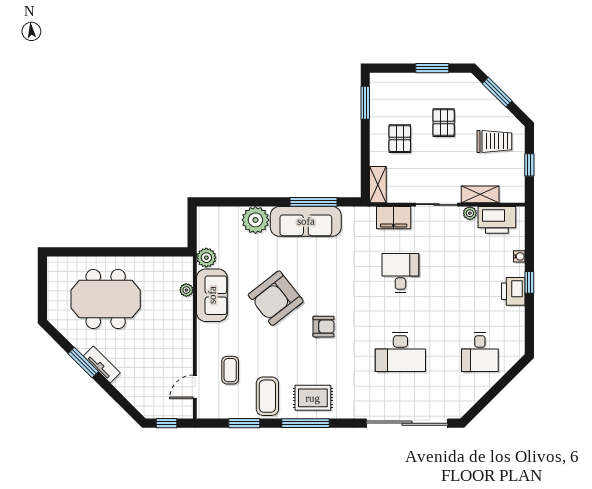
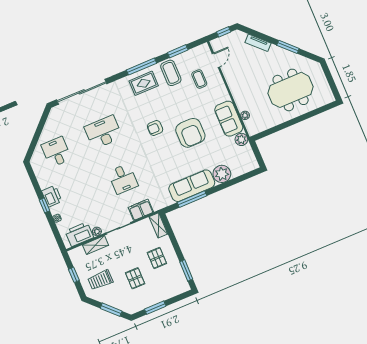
armchair: (276, 298) -> (190, 133), turned 128
tv unit: (102, 364) -> (258, 43), moved

